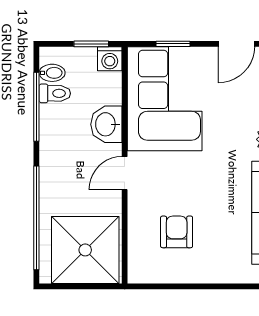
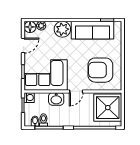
door: (236, 44) -> (23, 46), hinge flipped
door: (125, 173) -> (76, 91), hinge flipped
armchair: (177, 232) -> (100, 70), width x1.88, depth x1.88

